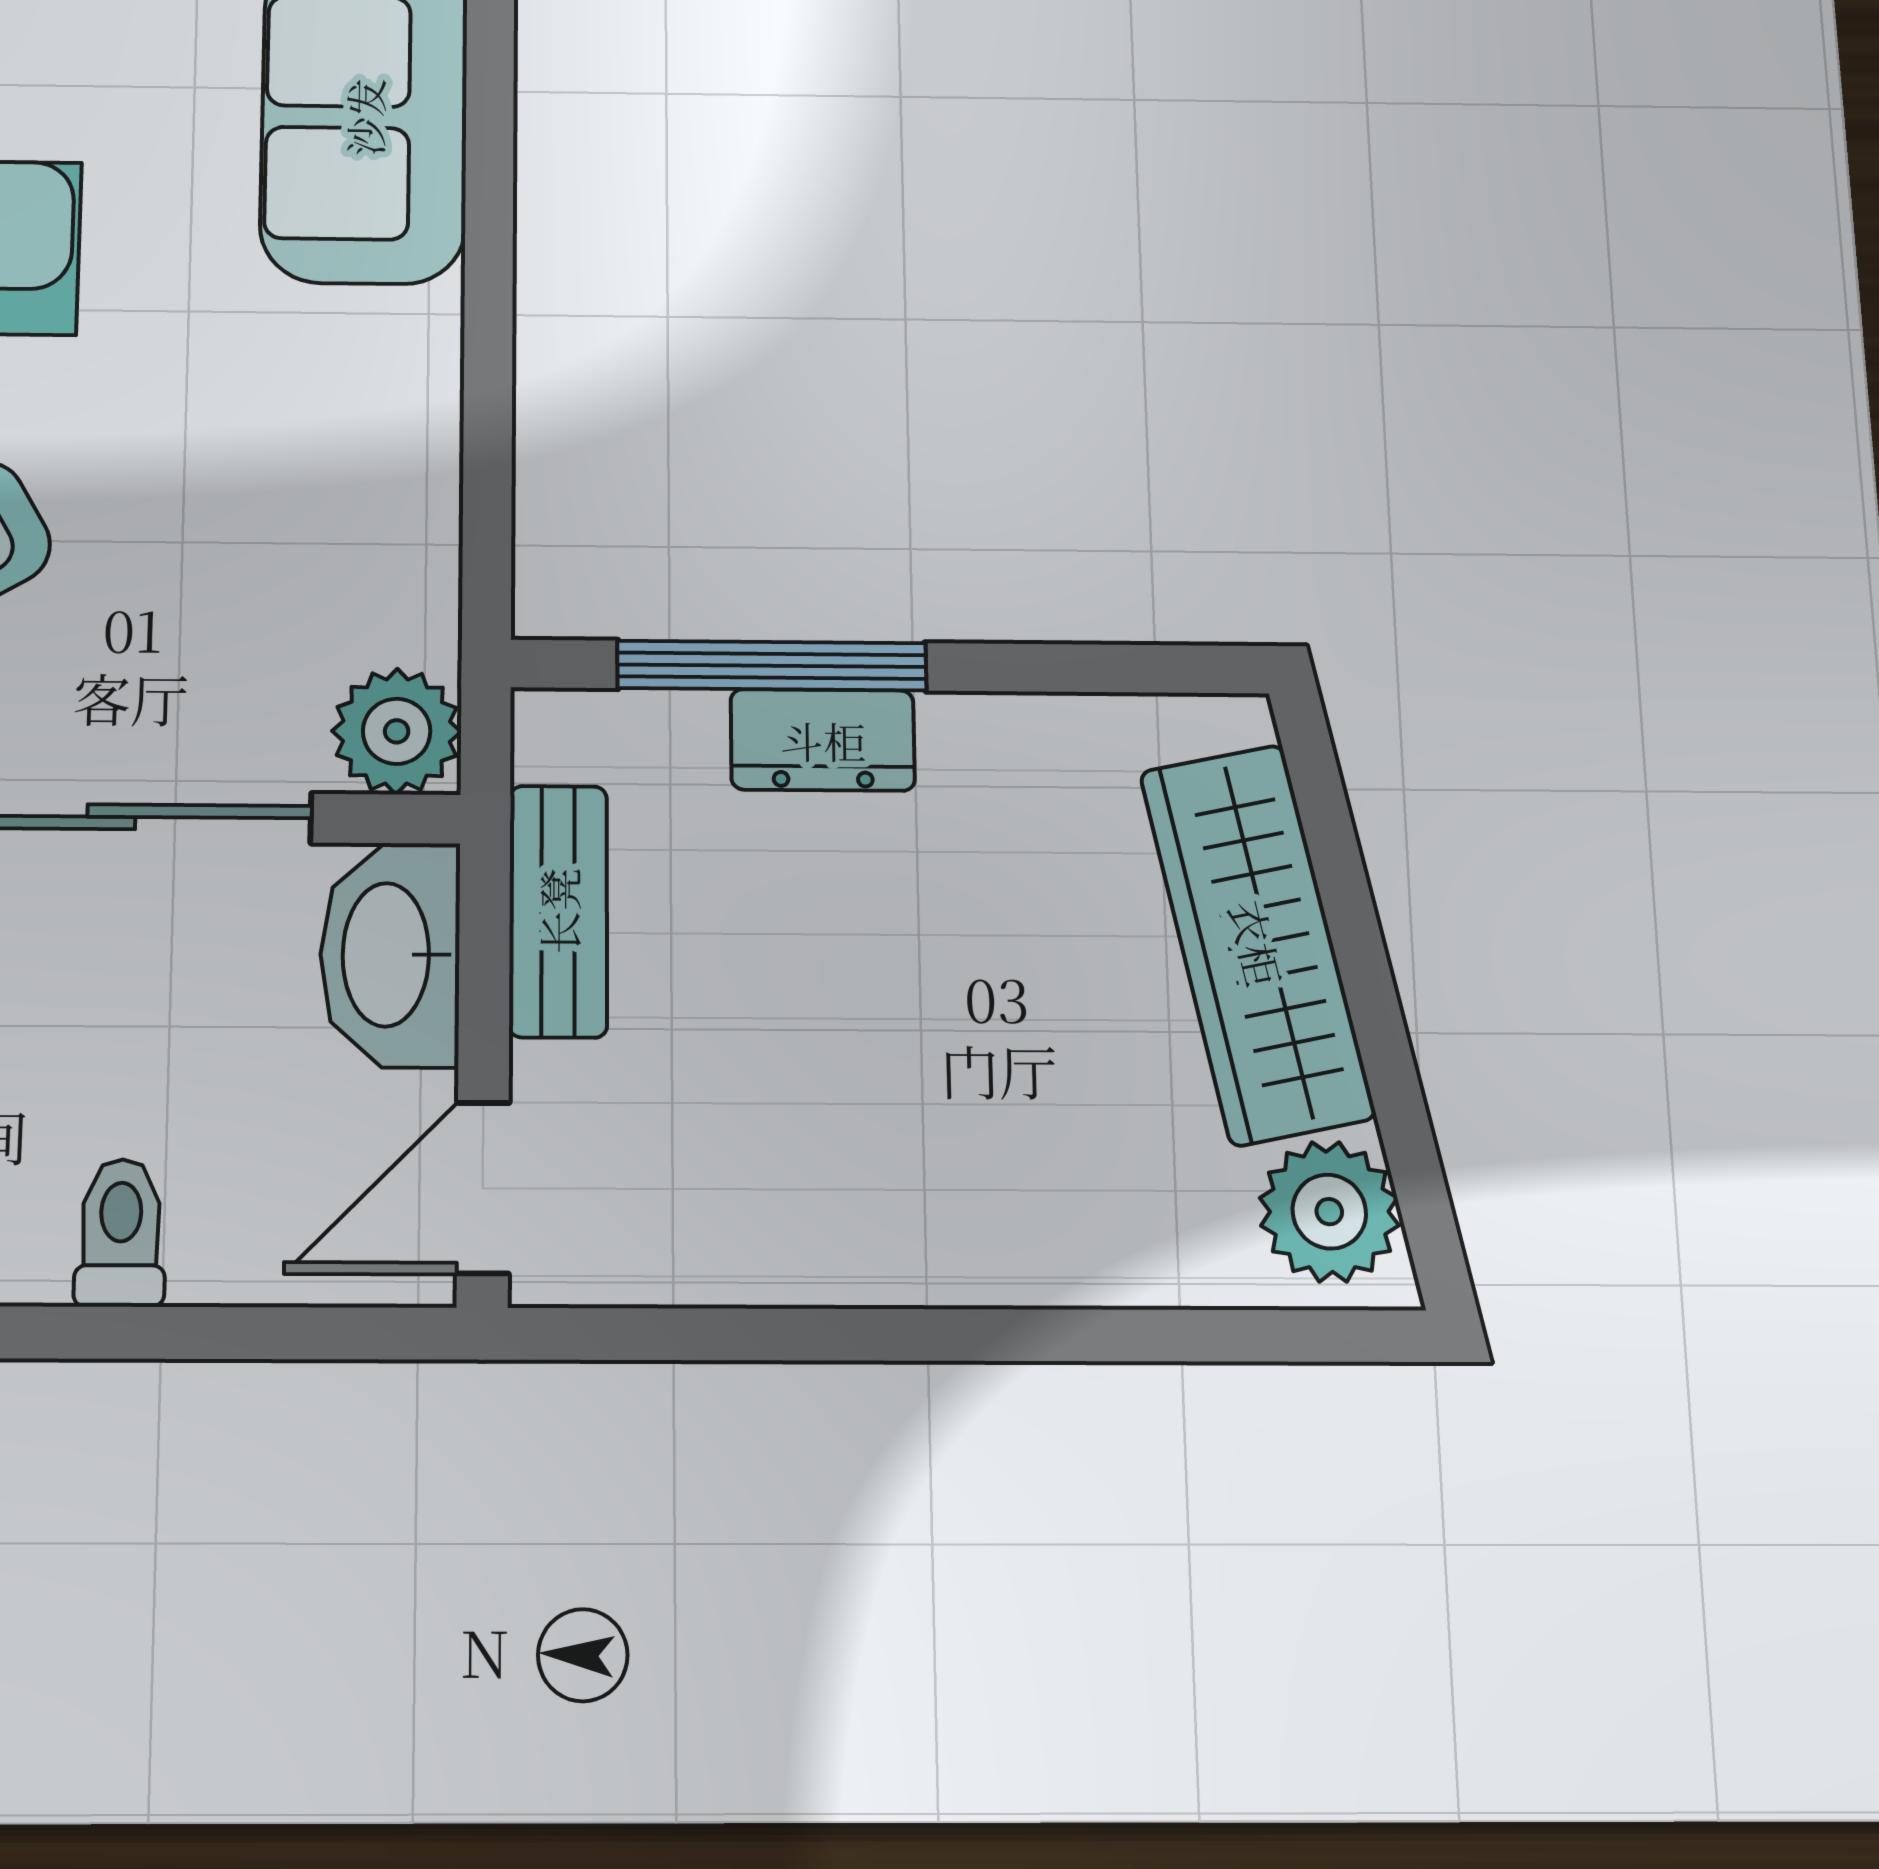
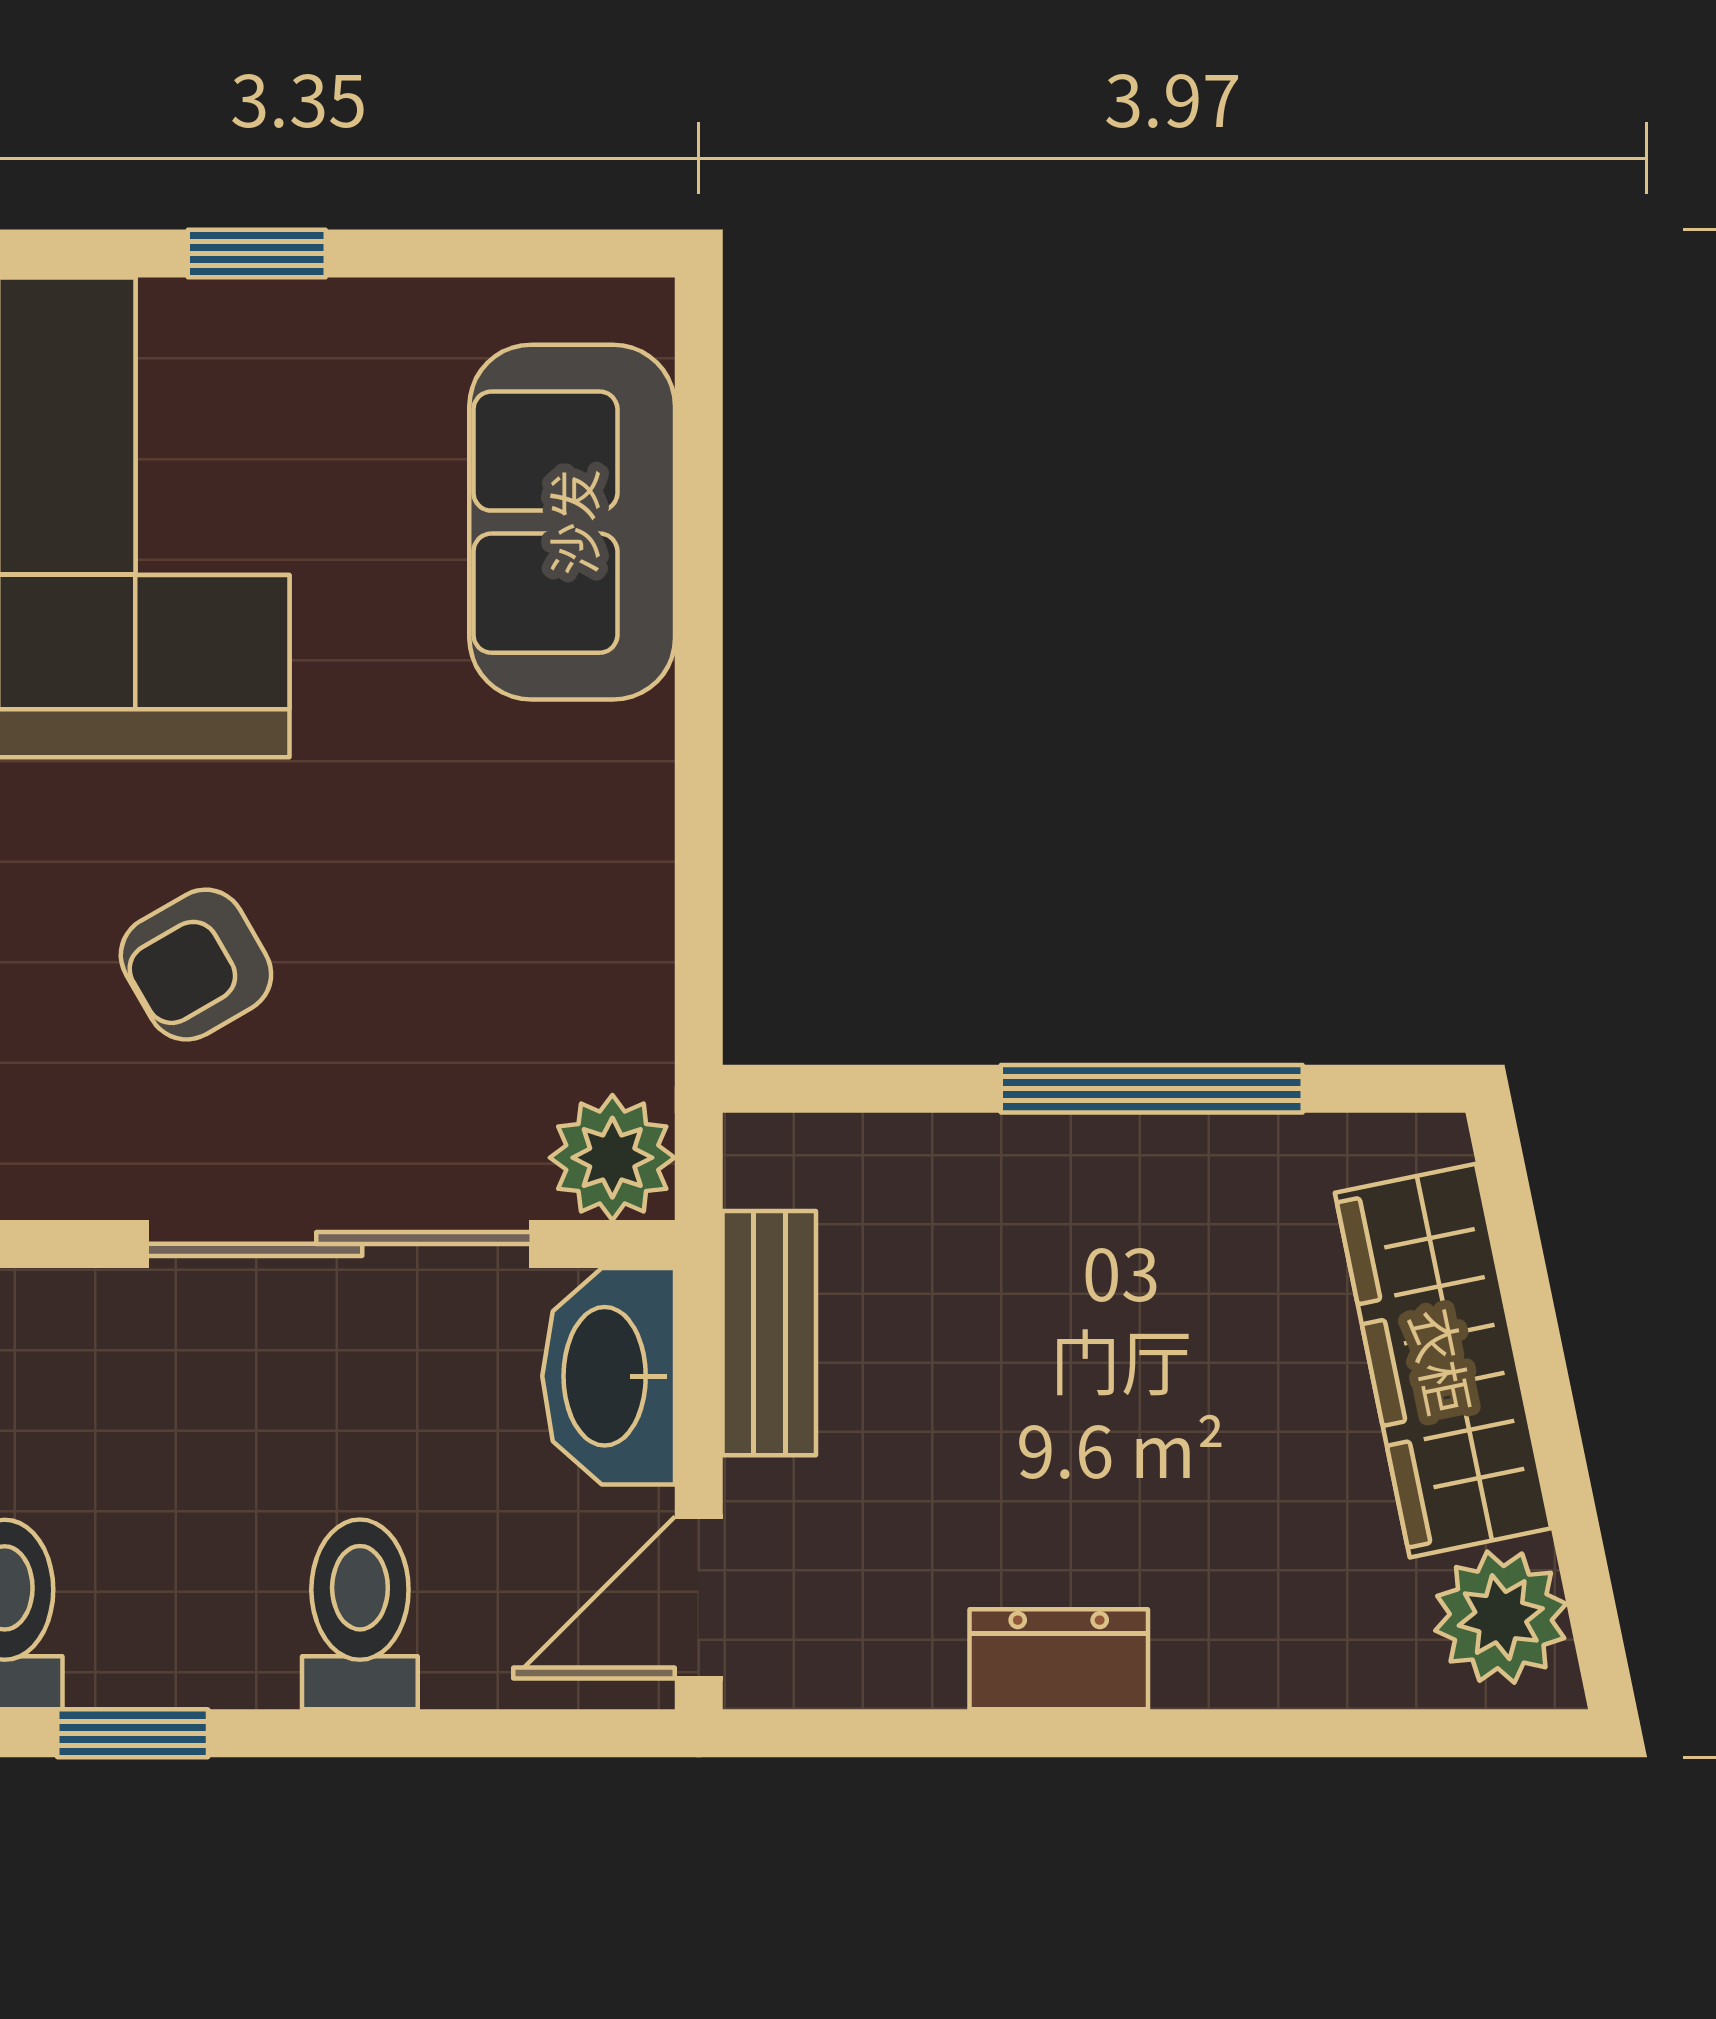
window: (772, 666) -> (1152, 1089), moved
dresser: (823, 740) -> (1059, 1659), moved, turned 180
toilet: (121, 1233) -> (360, 1614), width x1.37, depth x1.39

